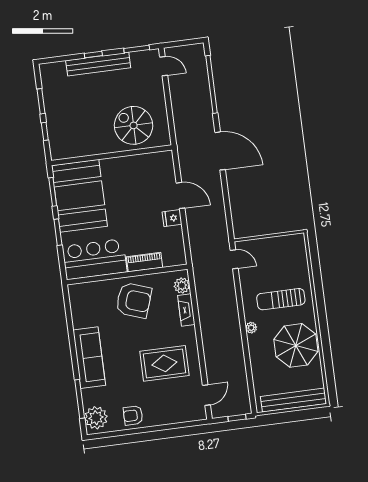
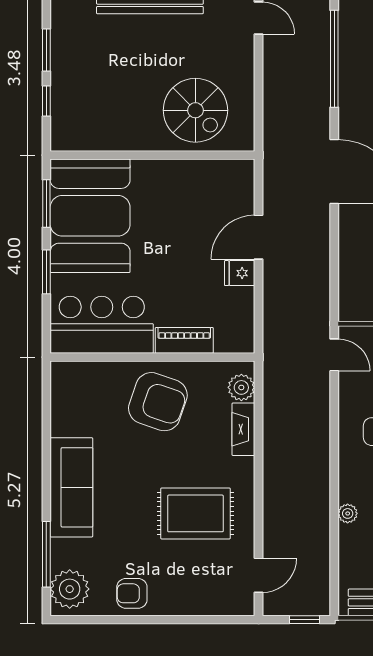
spiral stairs: (134, 125) -> (195, 110), turned 180
door: (180, 195) -> (259, 237), swing flipped
plant: (251, 328) -> (348, 513), moved

